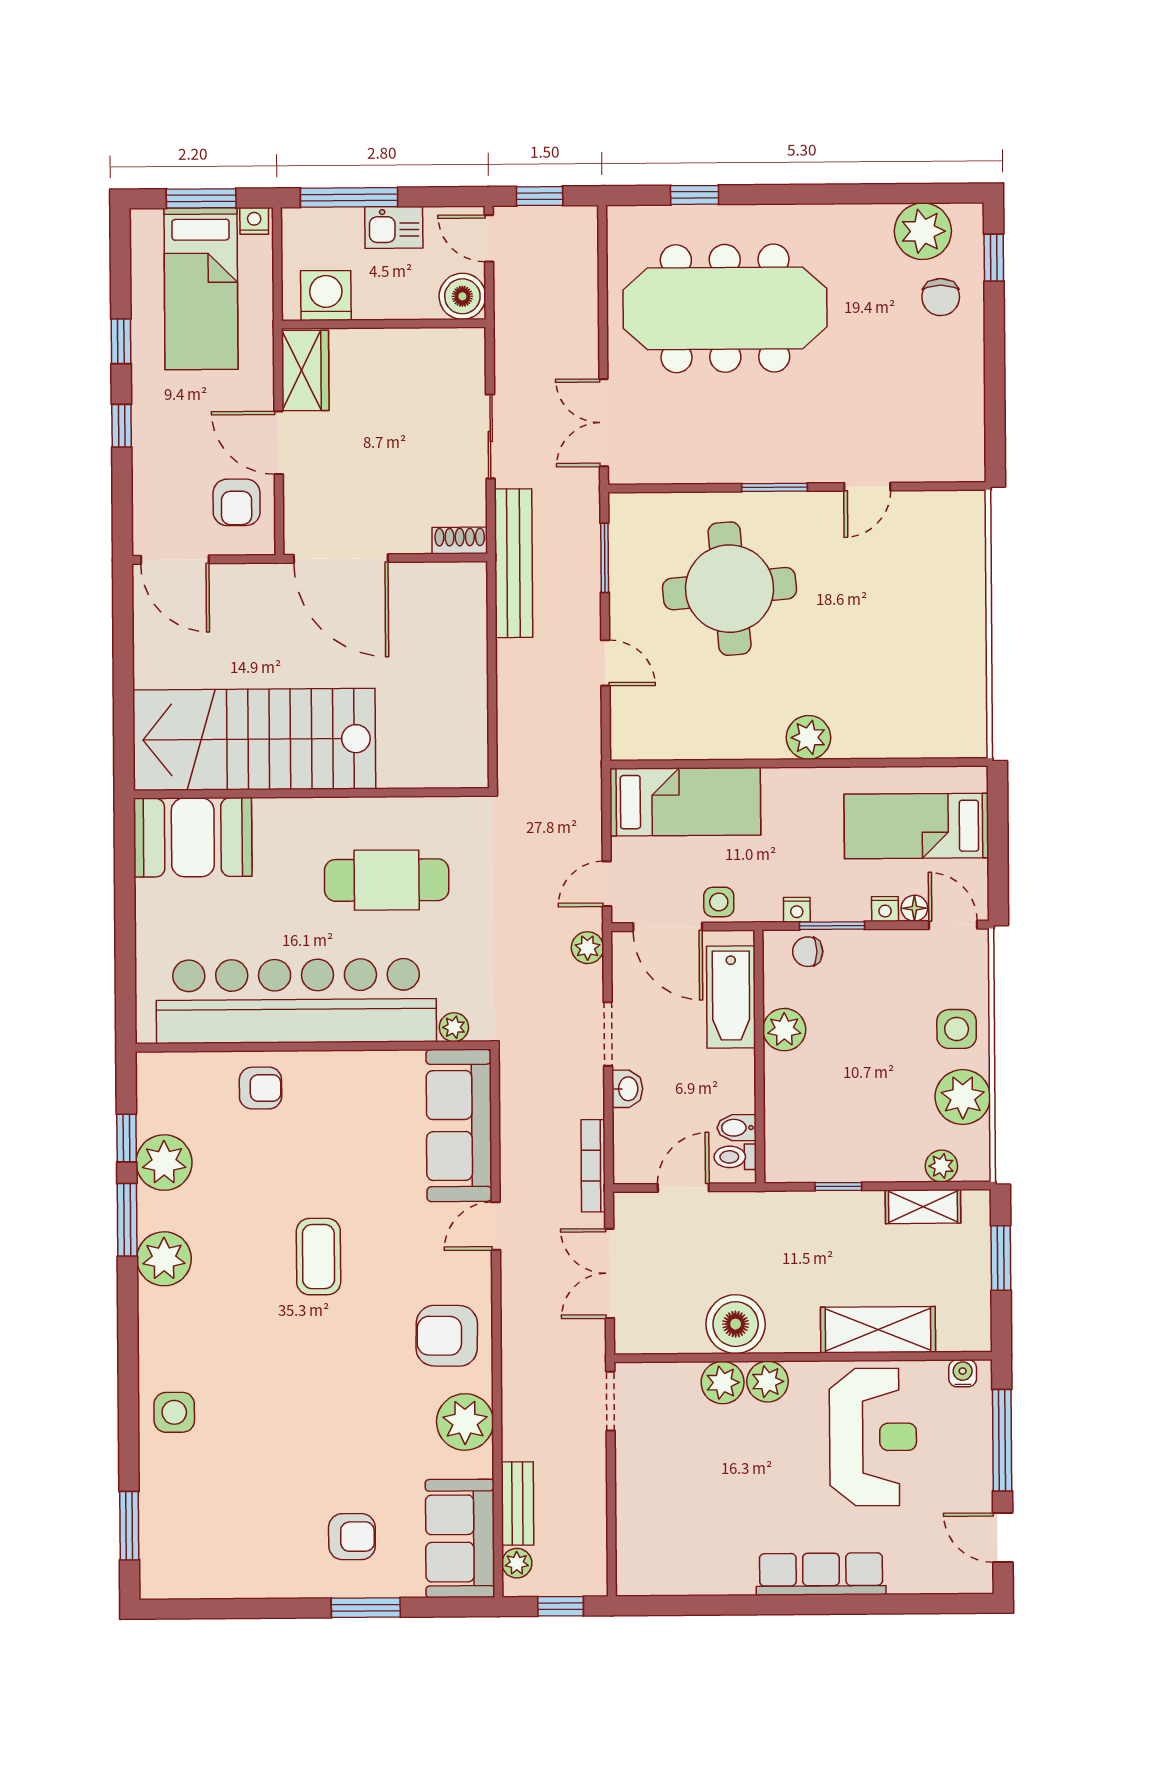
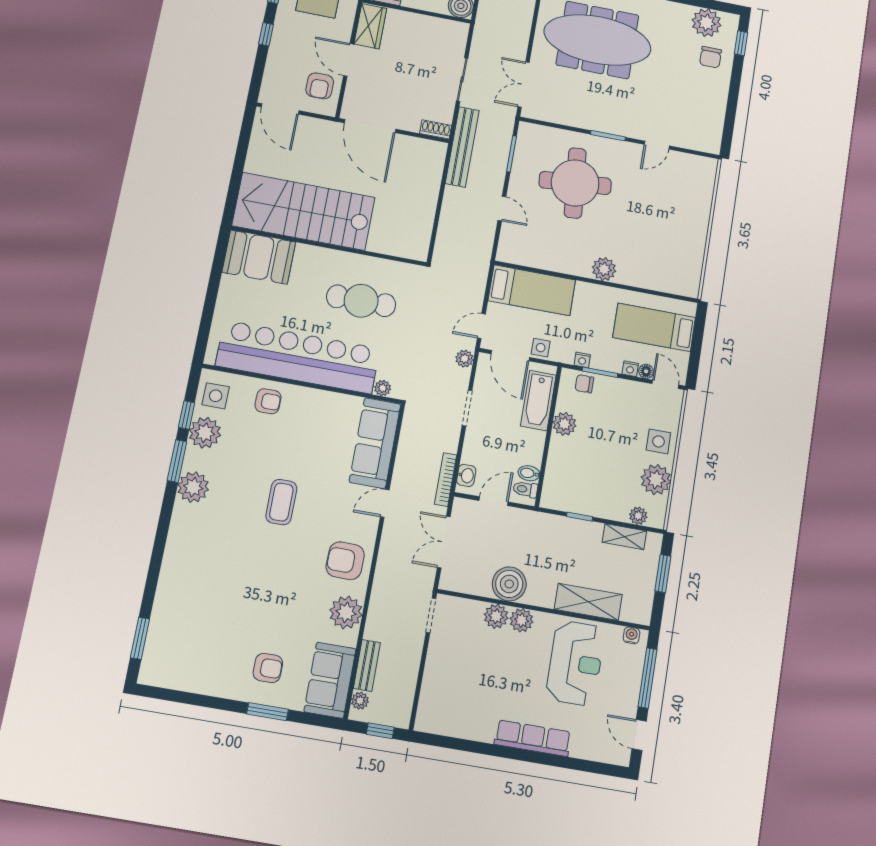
washbasin: (627, 1089) -> (466, 475), moved
side table: (174, 1412) -> (216, 396), moved

